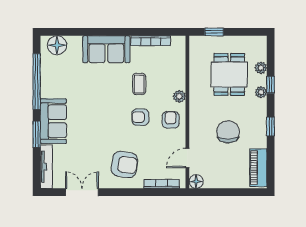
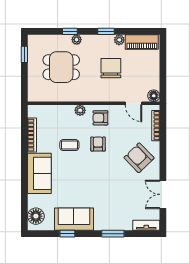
window: (214, 32) -> (24, 54), moved
plant: (261, 68) -> (119, 40), moved
window: (37, 82) -> (67, 234), width x0.32
armchair: (140, 117) -> (98, 144), turned 180
sofa: (53, 121) -> (74, 219), moved
chair: (228, 132) -> (111, 68), turned 90
armchair: (124, 165) -> (139, 158), turned -52
tv unit: (46, 167) -> (146, 225), width x0.71

